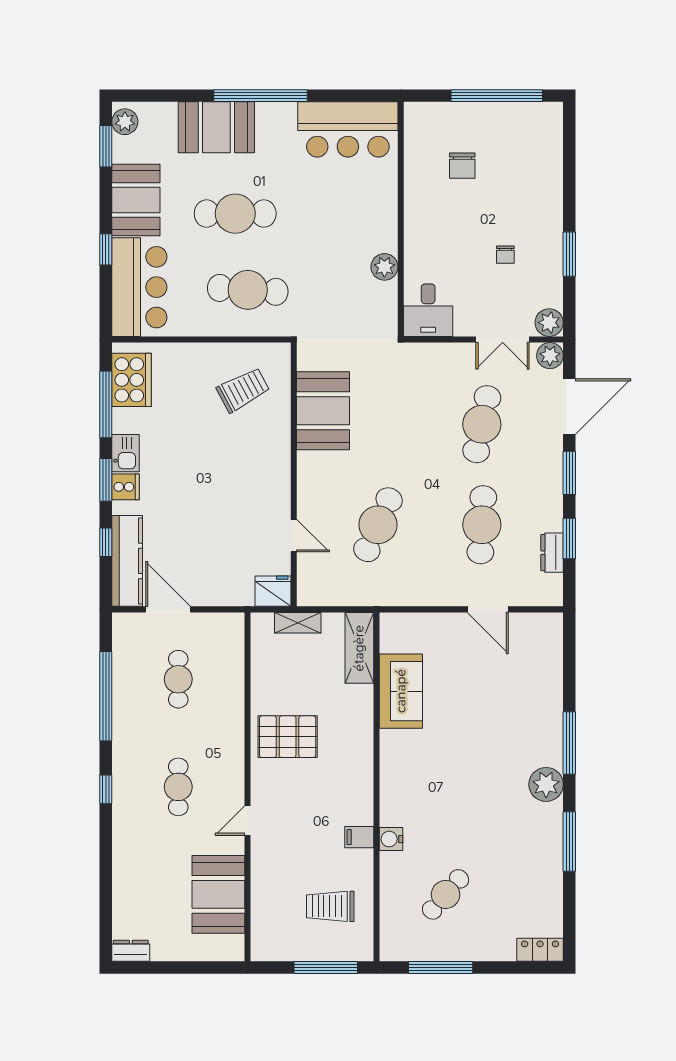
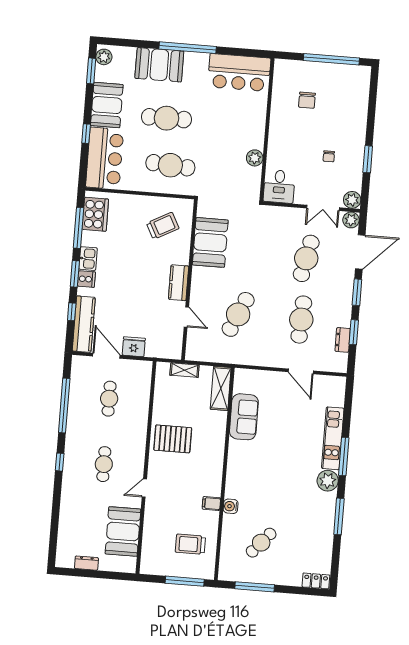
kitchen counter: (277, 481) -> (179, 283), added
fridge: (273, 591) -> (134, 347), moved
kitchen unit: (549, 715) -> (333, 438), added
dresser: (131, 951) -> (86, 563), moved

